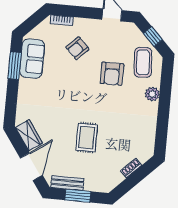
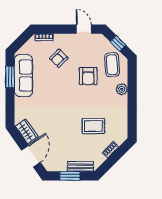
sofa: (32, 59) -> (23, 75), width x1.36
rug: (87, 138) -> (93, 126), moved, turned 90
bench: (67, 183) -> (80, 166), moved

